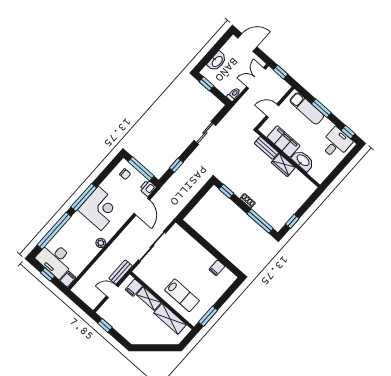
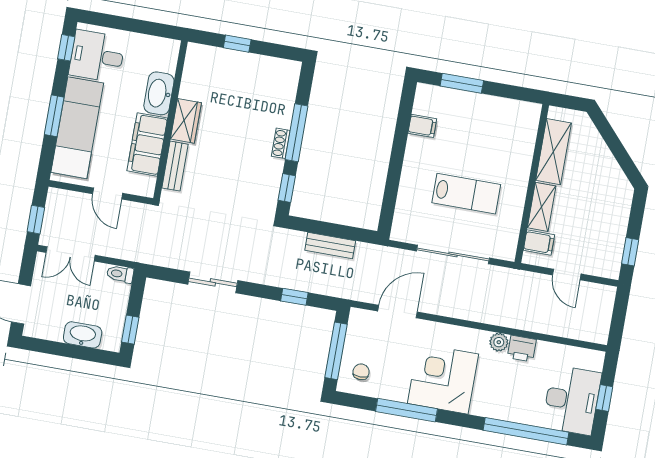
exam couch: (307, 108) -> (77, 128), width x1.36, depth x1.45
printer: (148, 188) -> (522, 349), moved
window: (84, 197) -> (407, 410), moved
window: (260, 221) -> (297, 133), moved
window: (292, 221) -> (237, 44), moved
bench: (121, 272) -> (330, 246), moved
filing cabinet: (68, 279) -> (591, 360), removed
lab bench: (182, 295) -> (466, 194), moved, turned 90
window: (208, 316) -> (462, 83), moved

